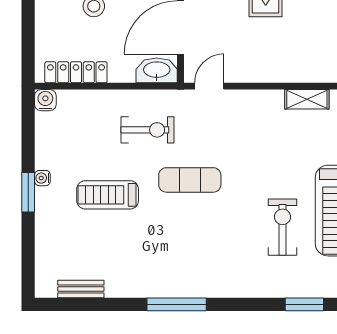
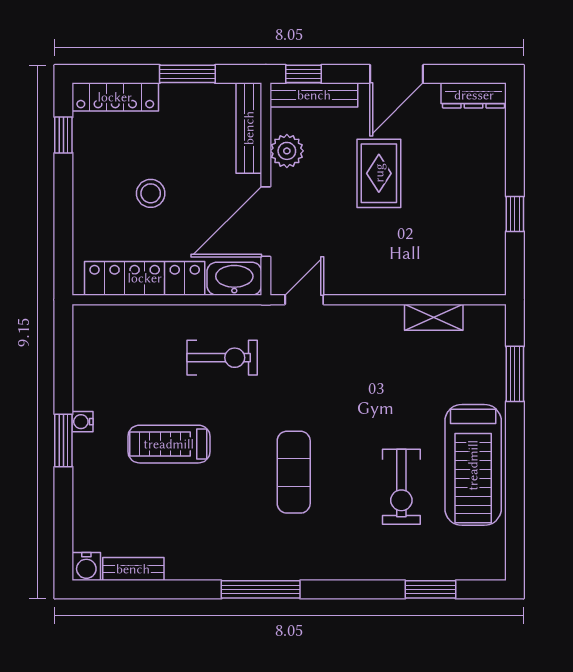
locker: (76, 72) -> (145, 278), width x1.41, depth x1.21
water cooler: (45, 100) -> (86, 567), moved, turned 180
exercise mat: (190, 180) -> (294, 472), moved, turned 90
exercise bike: (283, 227) -> (401, 487), turned 180

